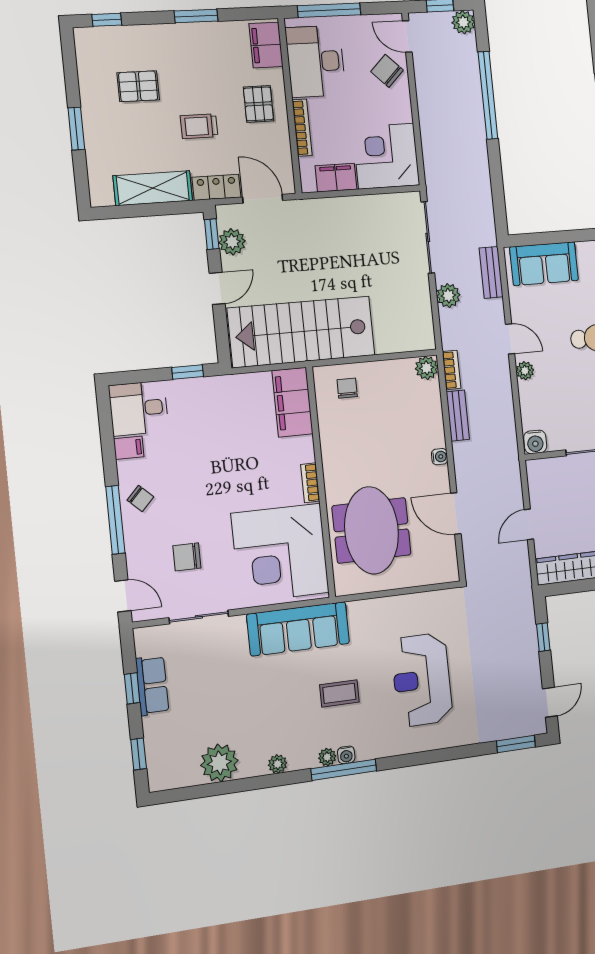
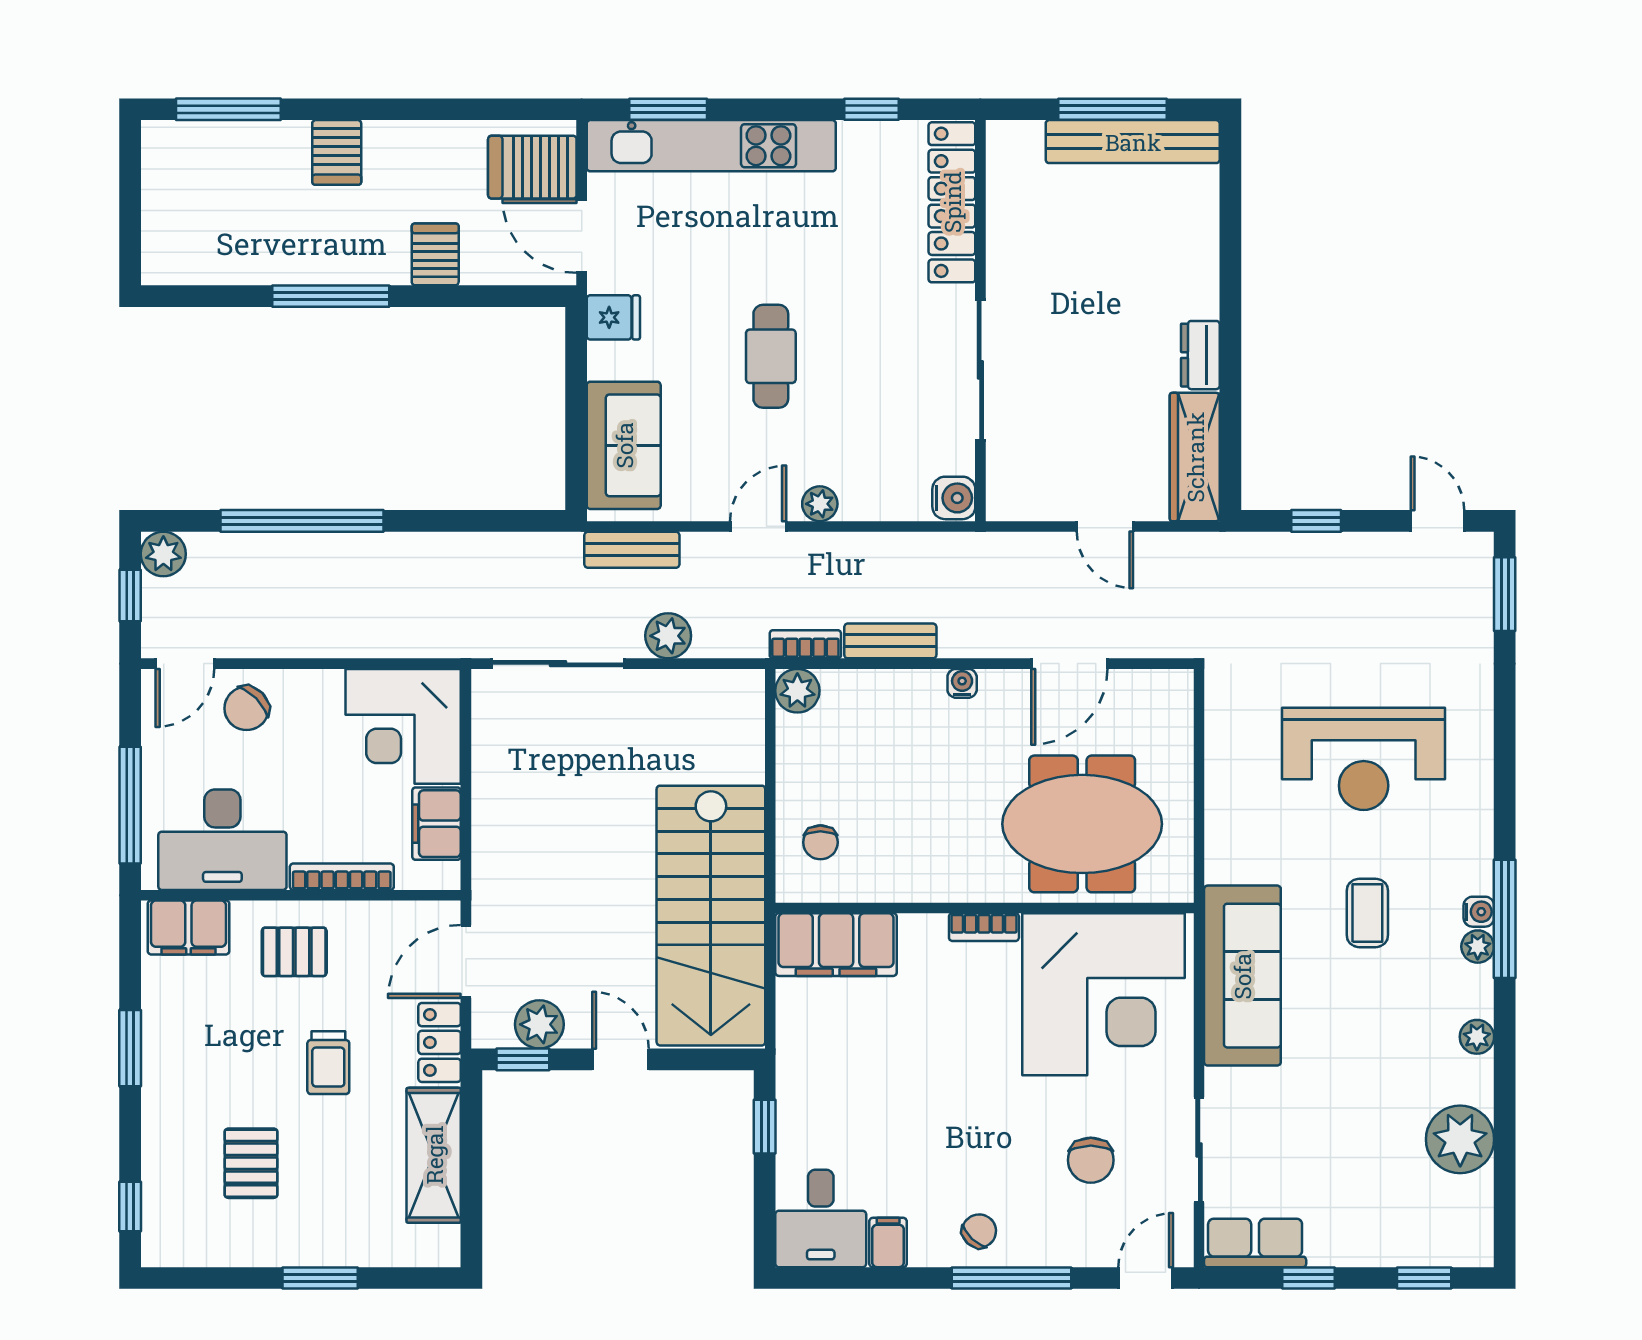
chair: (347, 388) -> (820, 842), turned -90
row of seats: (152, 686) -> (1255, 1243), moved

